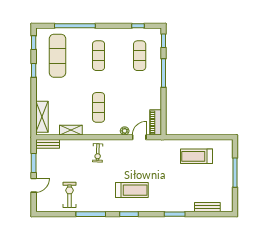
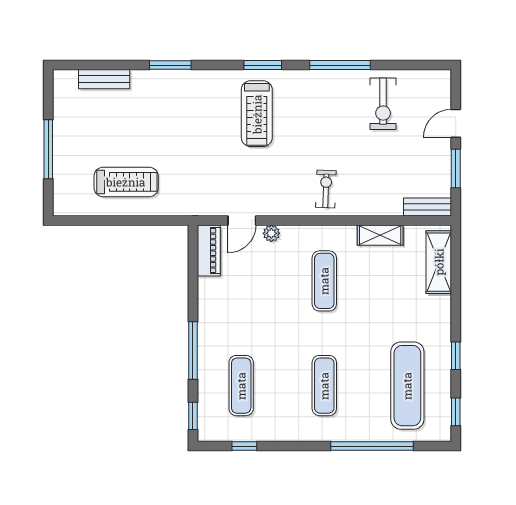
treadmill: (132, 190) -> (257, 114), turned -90

